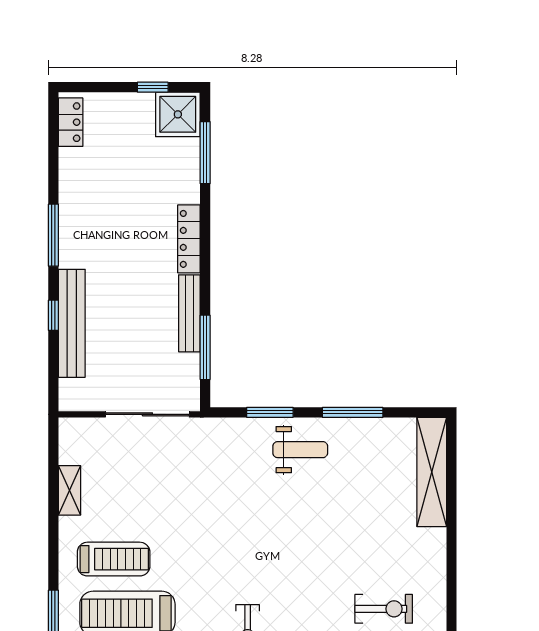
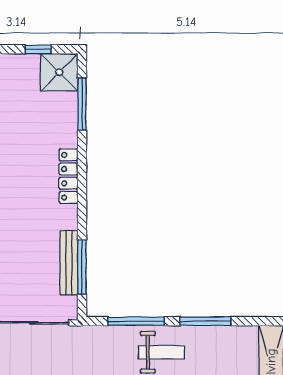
bench: (189, 313) -> (69, 263), moved
window: (270, 412) -> (136, 321), width x1.44

